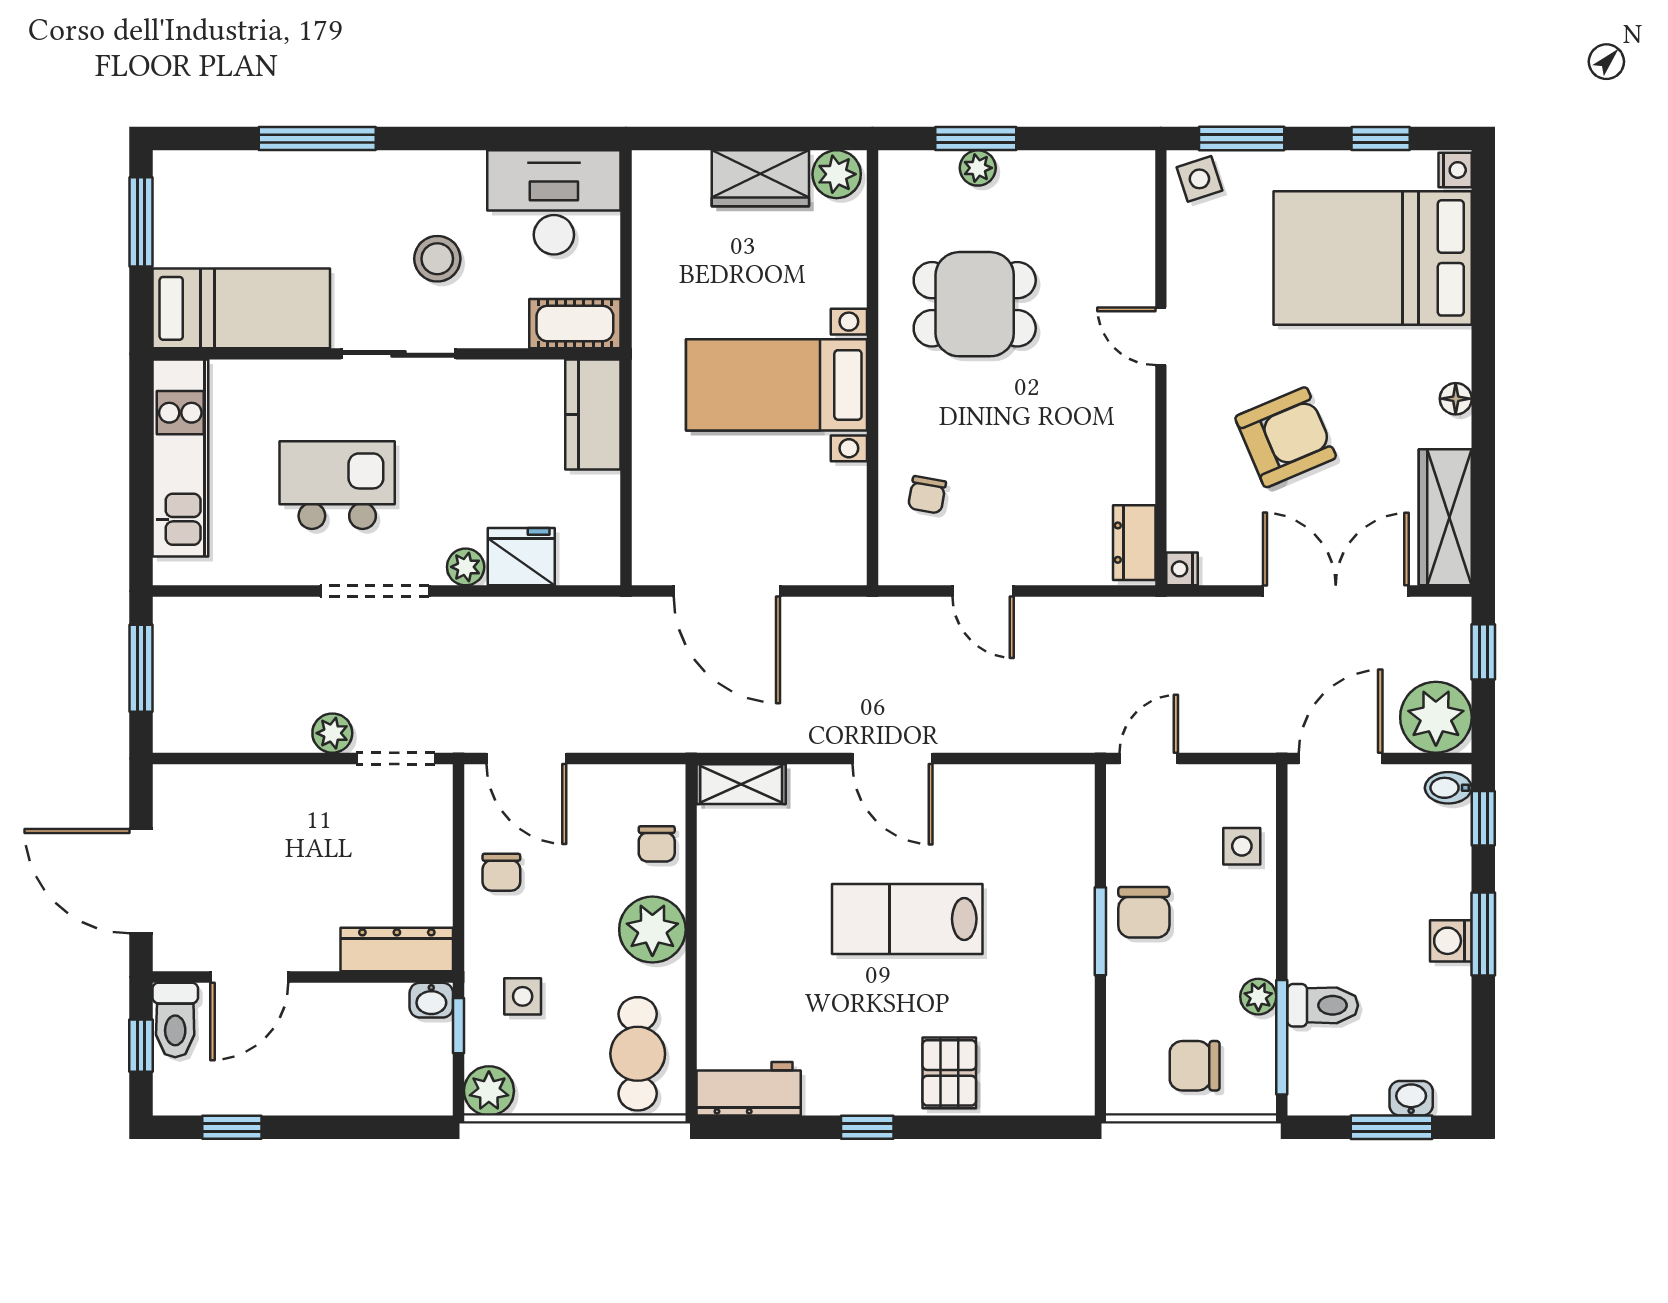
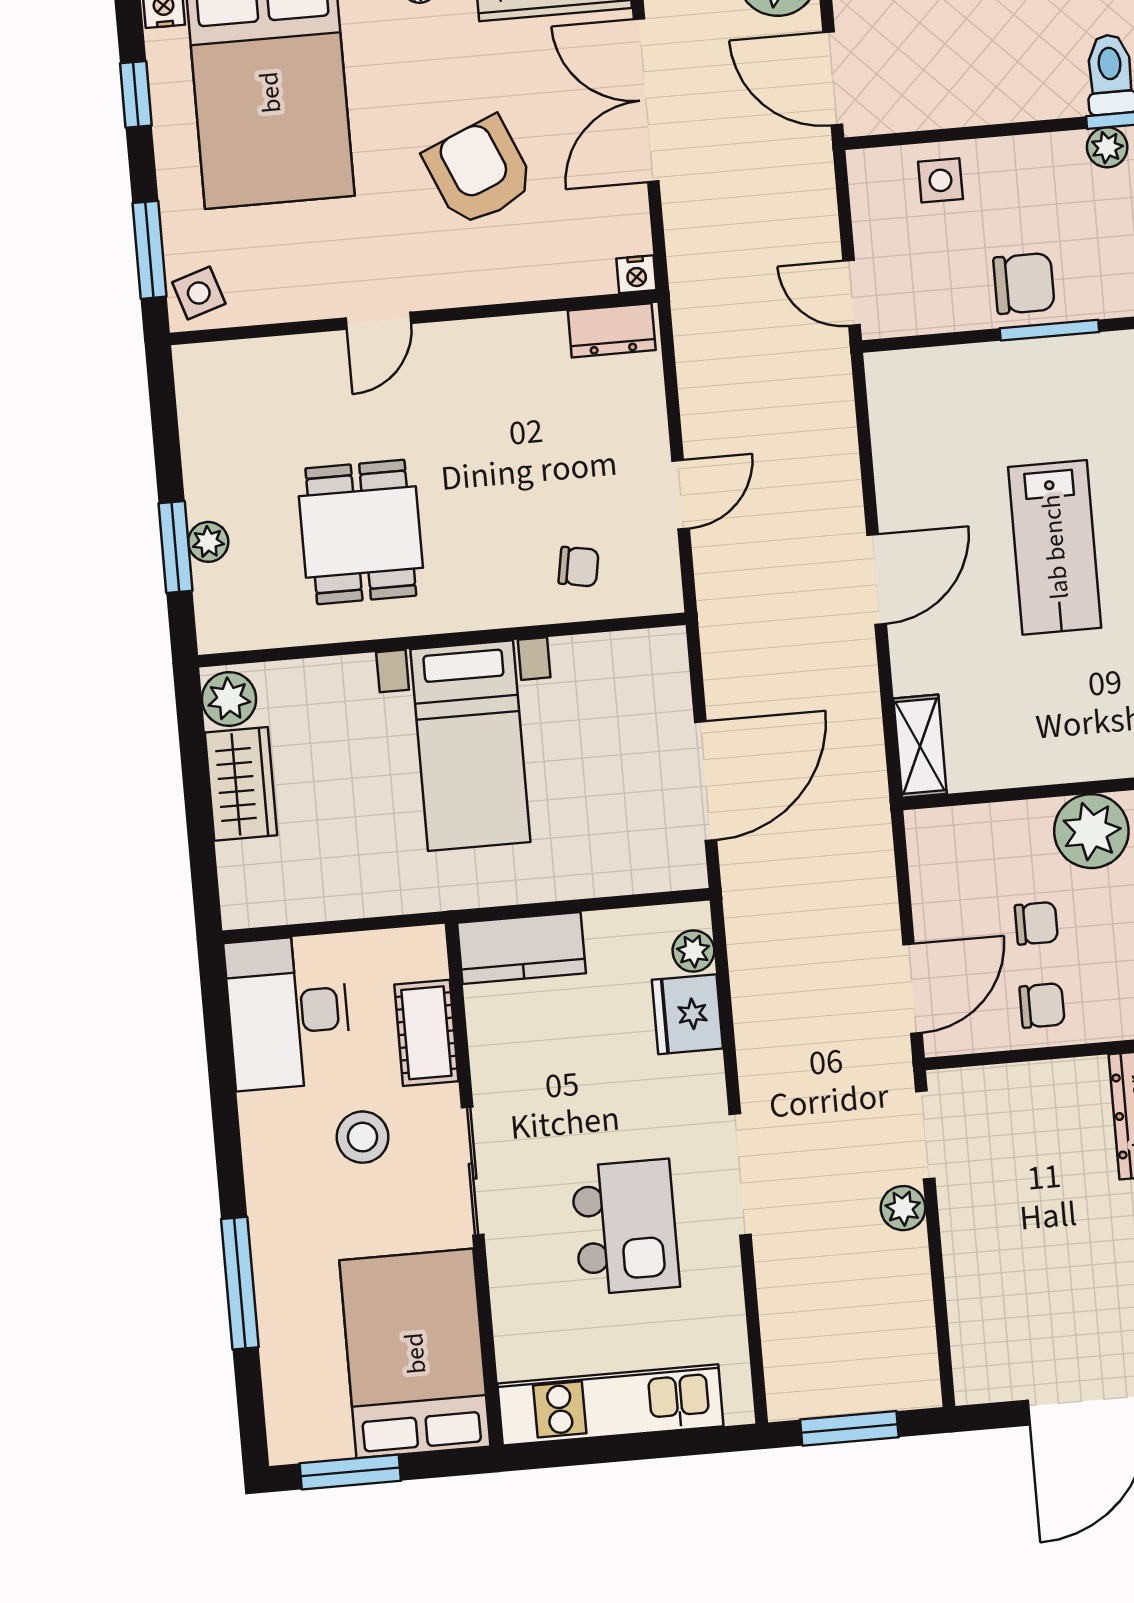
bed: (241, 308) -> (415, 1353), width x1.50
cot: (575, 324) -> (426, 1033), moved
kitchen island: (337, 485) -> (625, 1227), turned 180
plant: (466, 567) -> (693, 951), moved
chair: (657, 844) -> (1036, 923), moved

